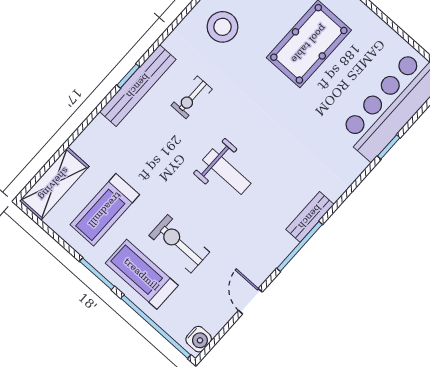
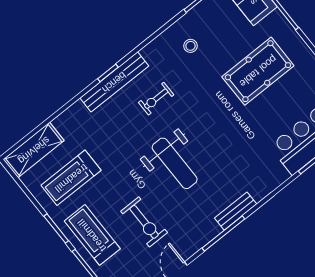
stool: (222, 27) -> (190, 46), width x0.53, depth x0.53
weight bench: (227, 172) -> (175, 163), width x1.36, depth x1.33
exercise bike: (179, 244) -> (144, 222), moved, turned 180

